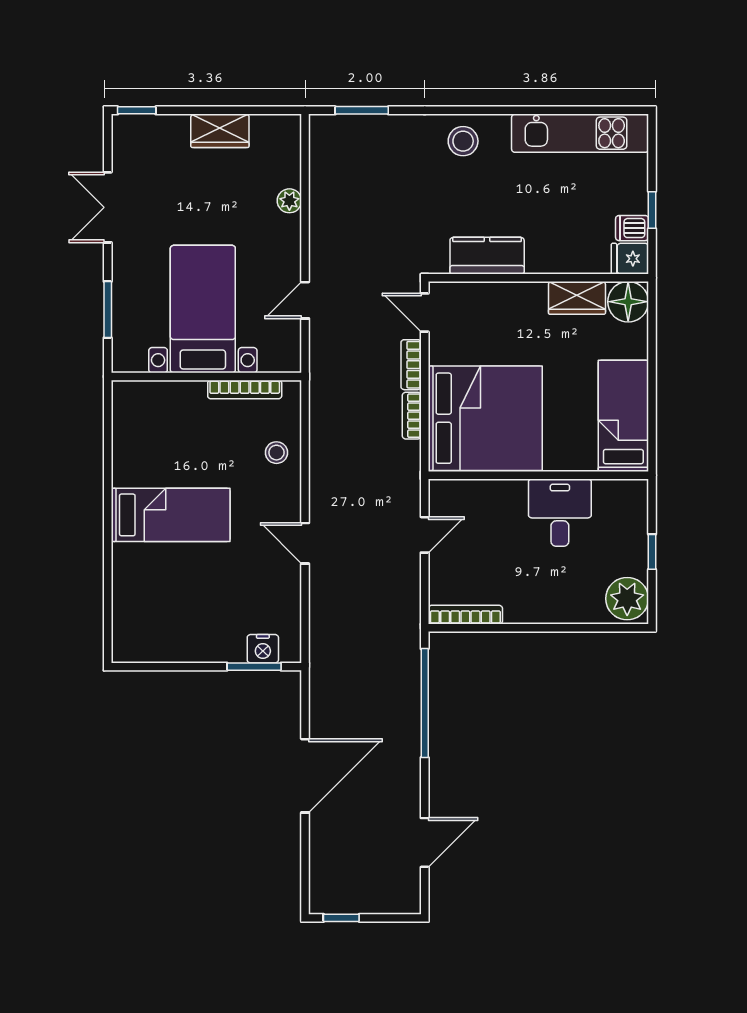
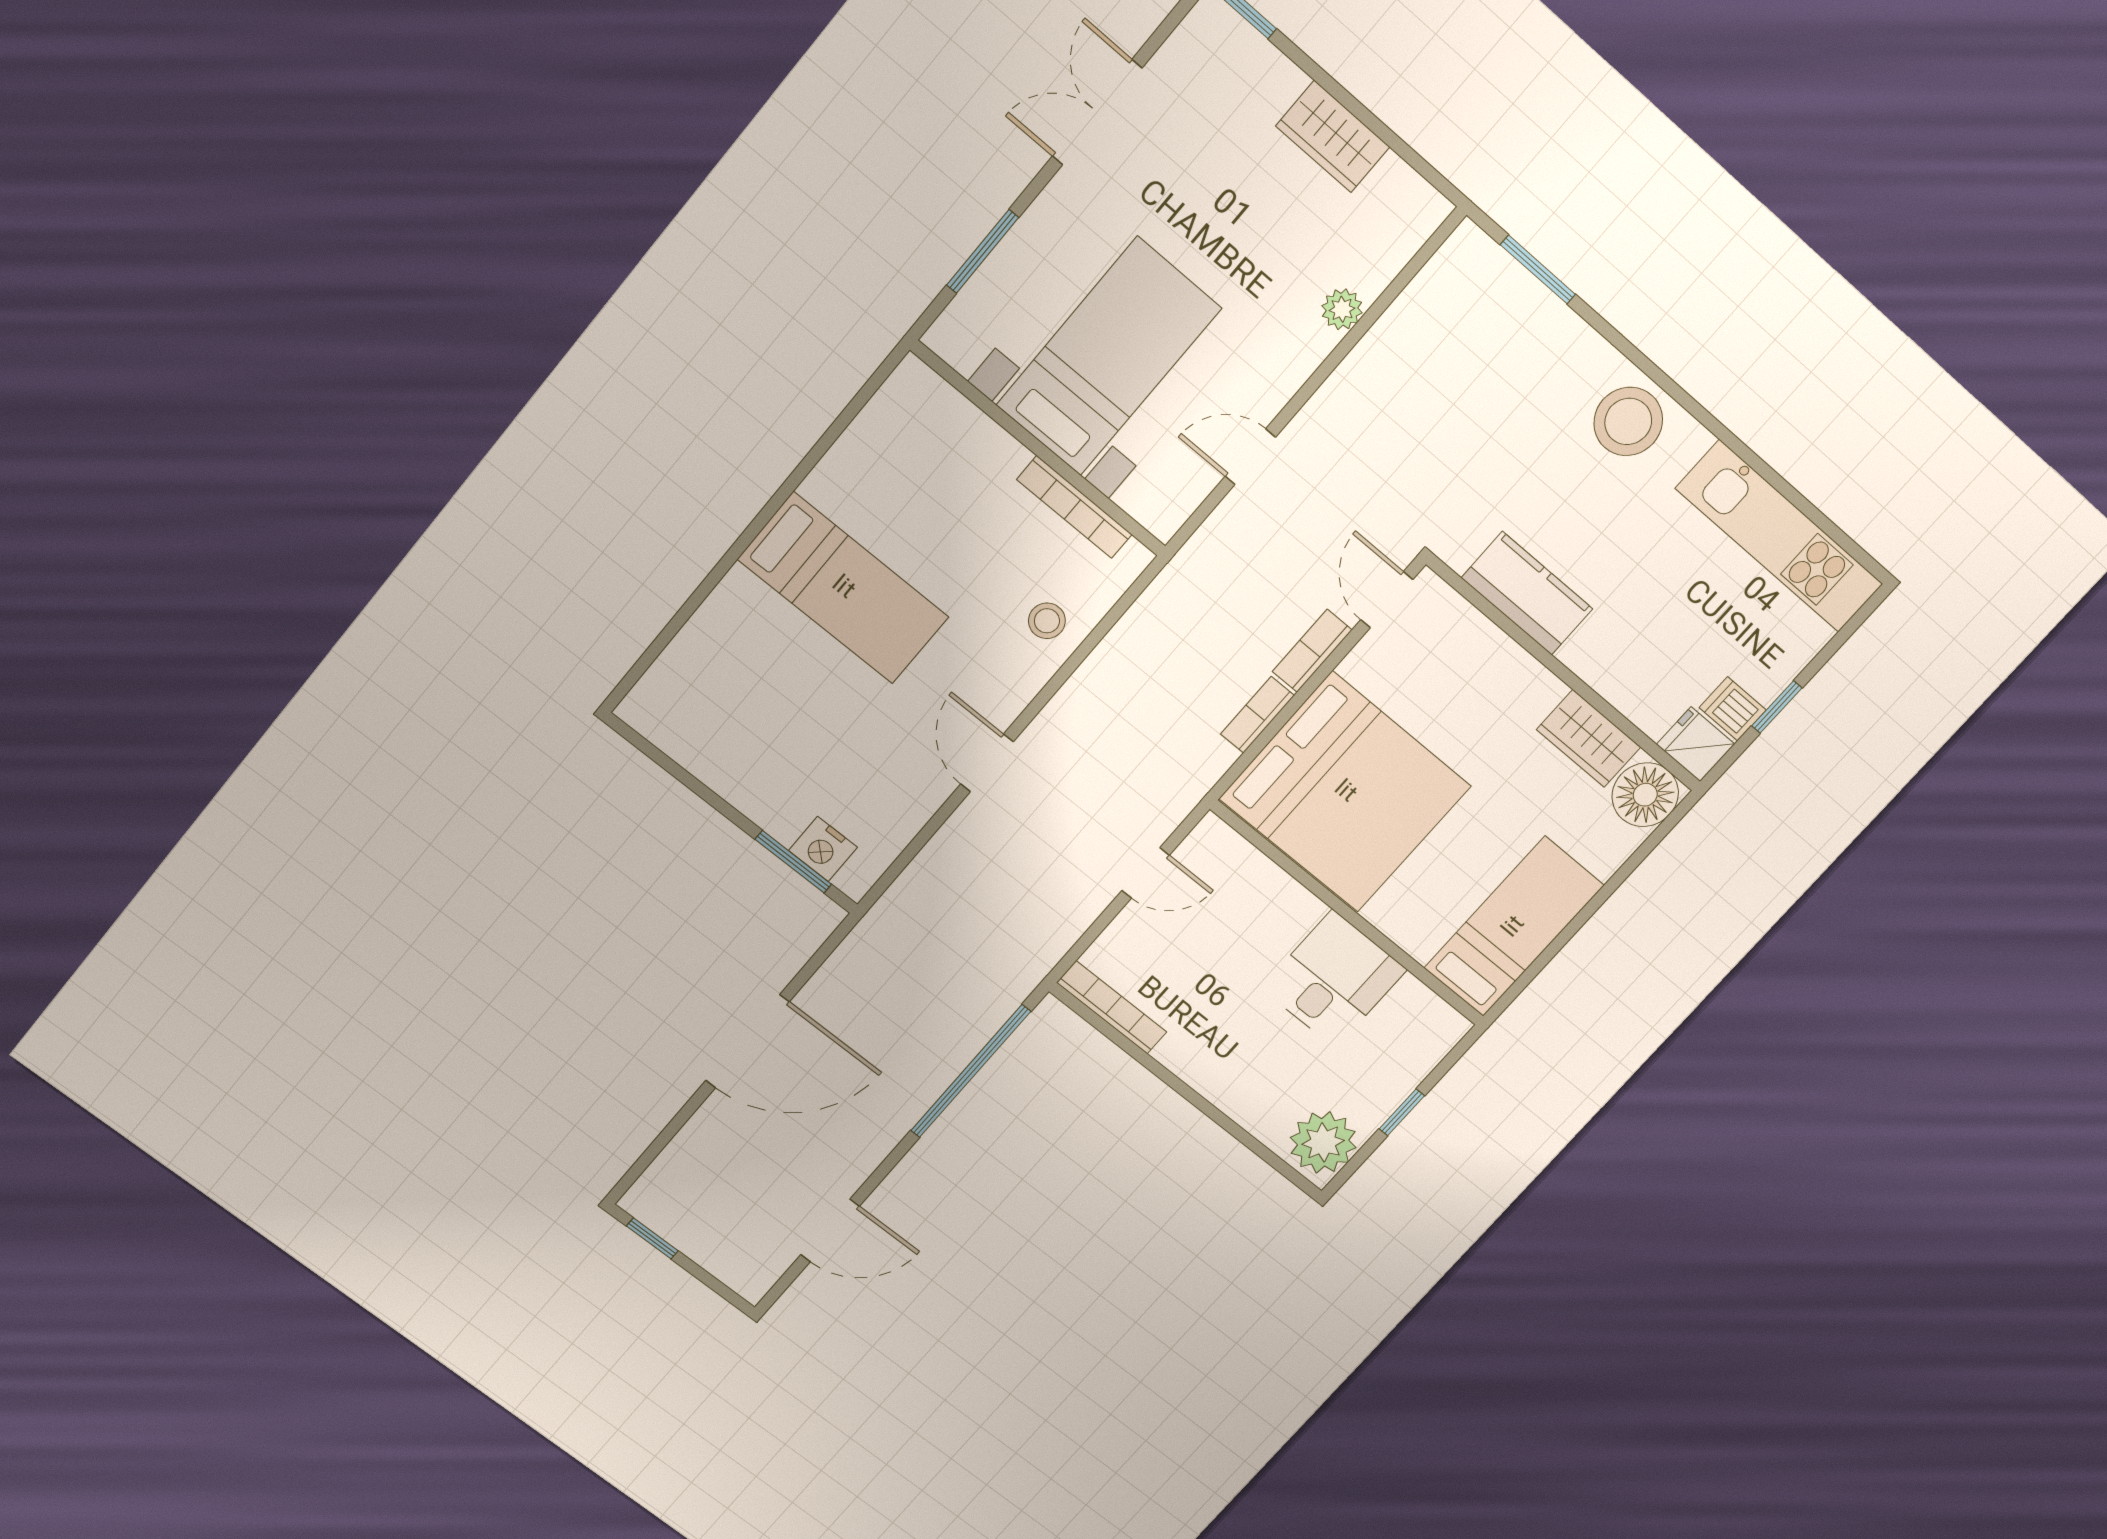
stool: (463, 141) -> (1628, 421), width x1.38, depth x1.38

